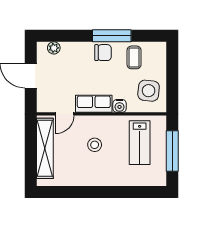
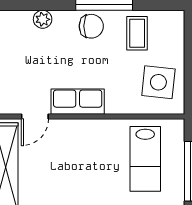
plant: (54, 48) -> (43, 19), moved
water cooler: (119, 106) -> (116, 105), removed
stool: (95, 145) -> (79, 162), removed

